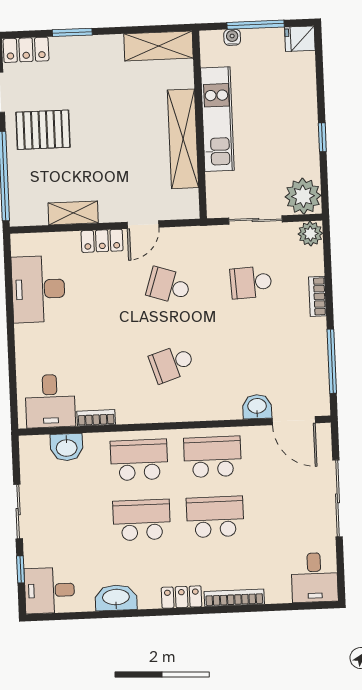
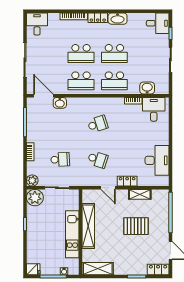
pallet: (43, 130) -> (136, 226), moved
door: (143, 225) -> (108, 188), swing flipped
washbasin: (116, 598) -> (118, 19), moved

